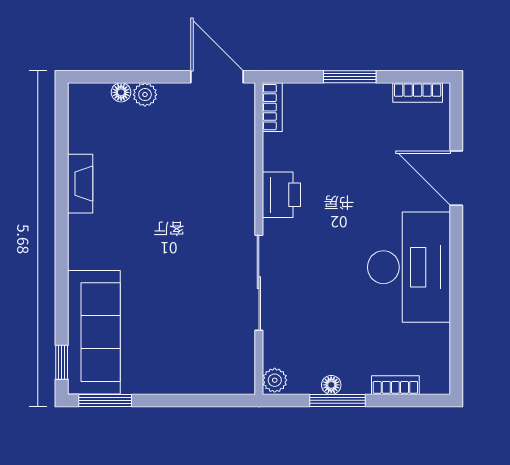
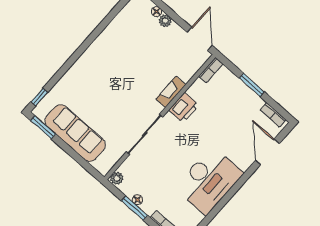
door: (456, 178) -> (267, 152), moved
fireplace: (80, 184) -> (171, 92), moved, turned 180
sofa: (94, 332) -> (75, 133), moved, turned -90

